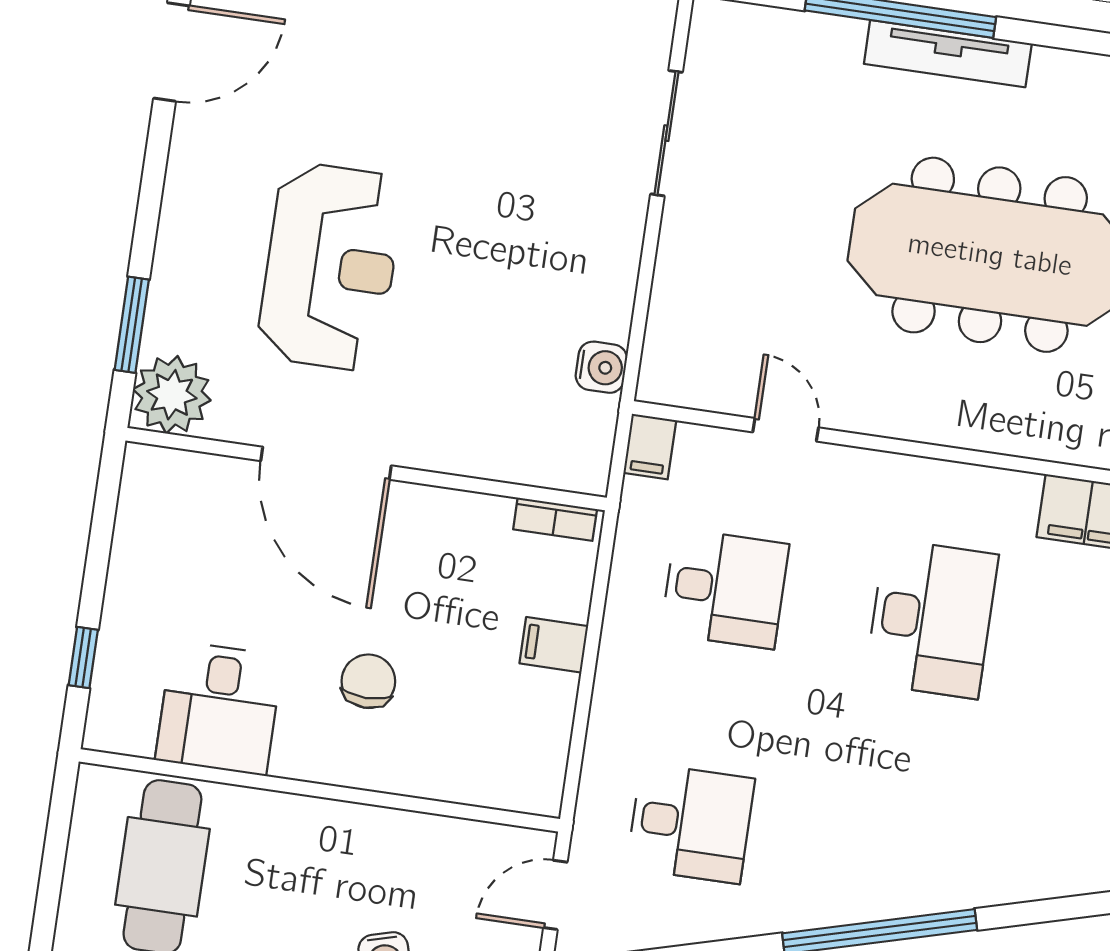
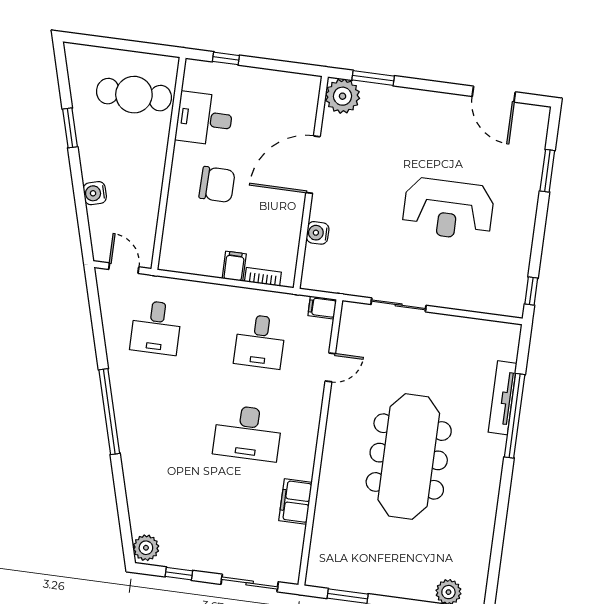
tv unit: (948, 54) -> (503, 398), moved
sliding door: (666, 133) -> (399, 305), moved
reception desk: (330, 267) -> (448, 209), moved
water cooler: (601, 367) -> (318, 233), moved, turned 90
bookcase: (555, 519) -> (263, 277), moved, turned 90
chair: (368, 681) -> (217, 184), width x1.37, depth x1.37

